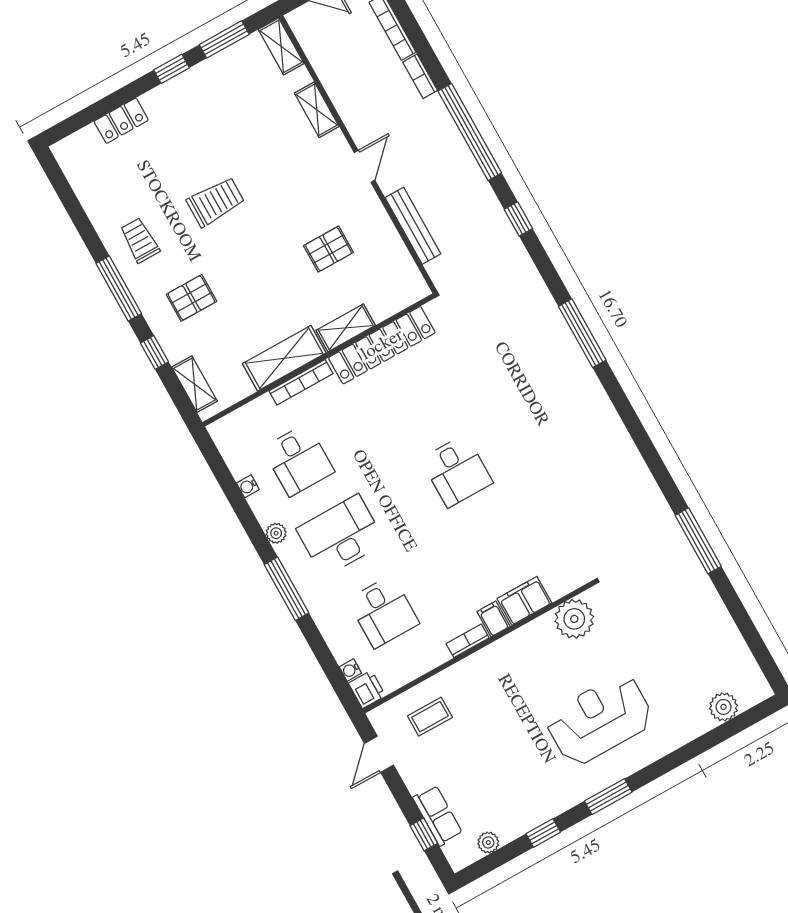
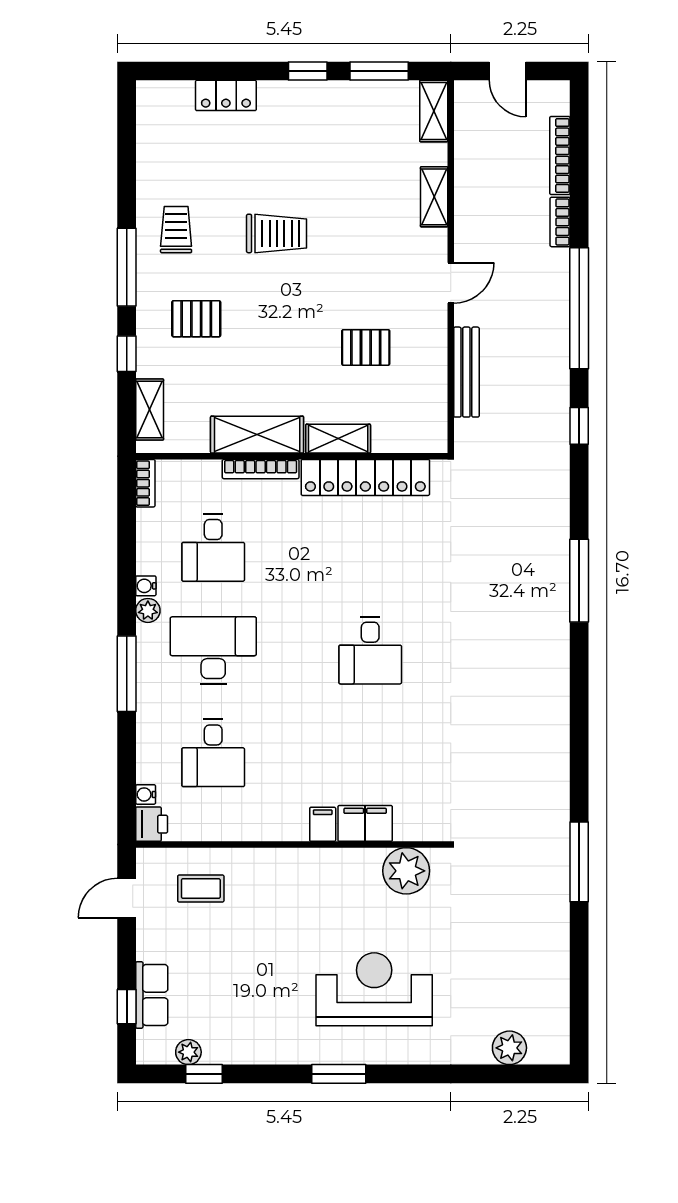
water cooler: (248, 486) -> (146, 586), moved
bookcase: (468, 641) -> (145, 483), moved, turned 90
window: (543, 833) -> (204, 1074), moved

